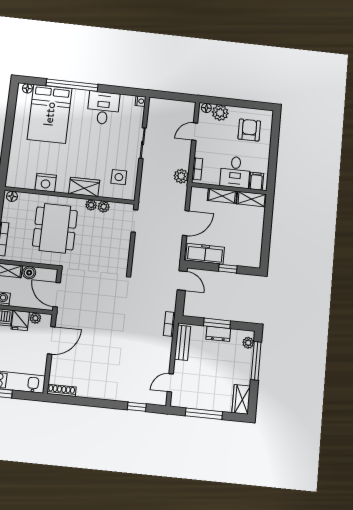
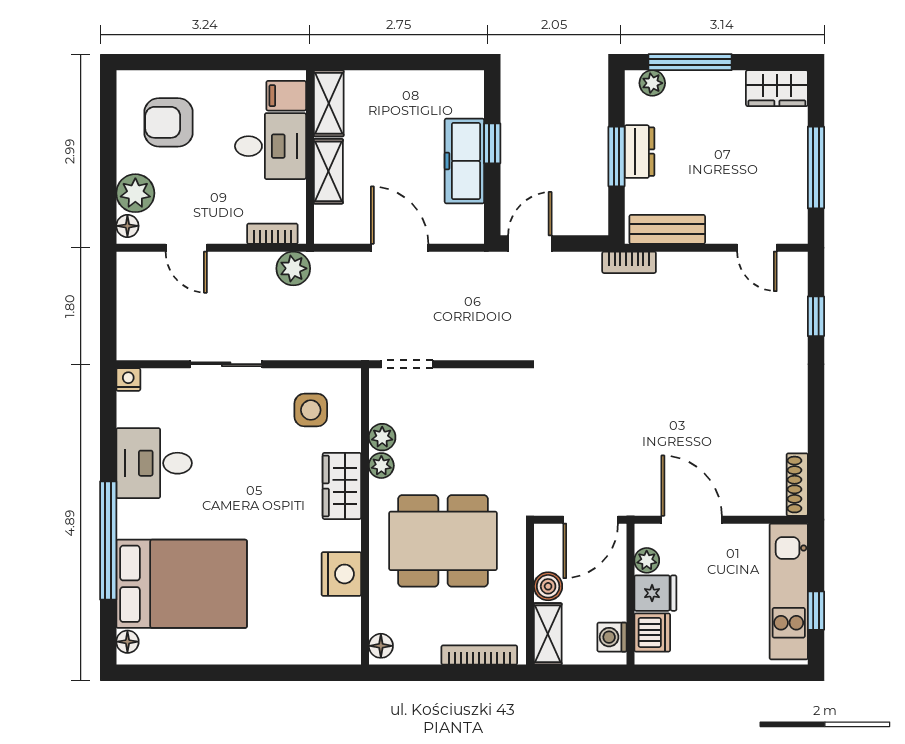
freezer: (205, 254) -> (464, 161), moved

